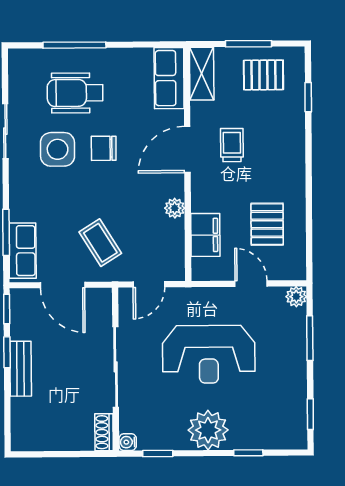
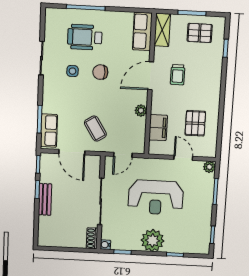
trolley: (232, 145) -> (178, 75), turned 180
side table: (58, 149) -> (72, 71), width x0.54, depth x0.54

